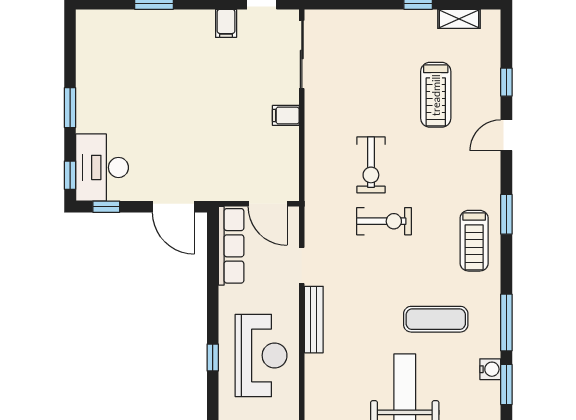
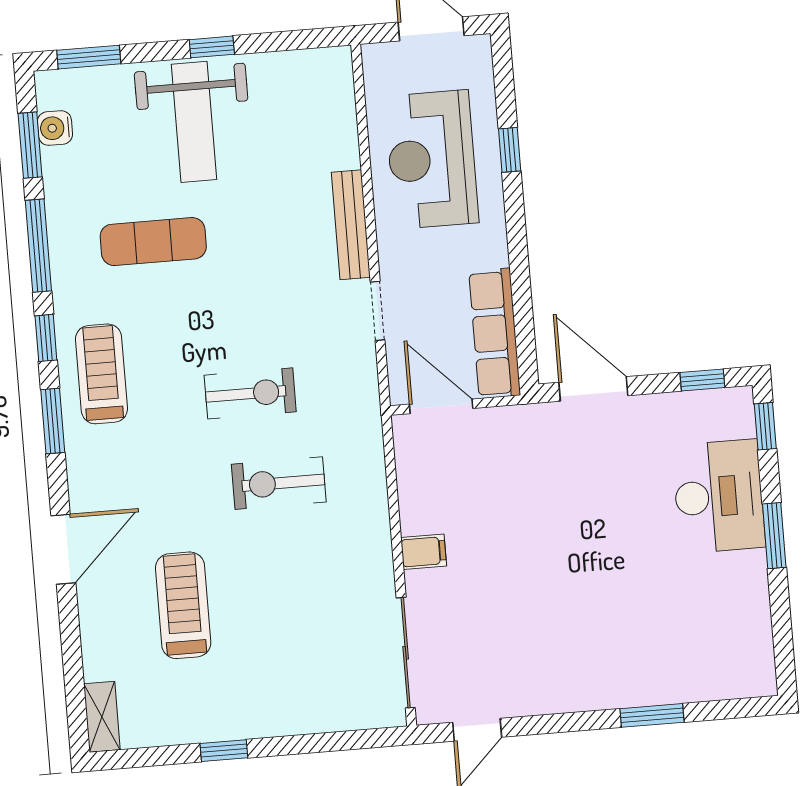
shelving: (459, 19) -> (102, 717), moved, turned 90
filing cabinet: (226, 23) -> (533, 693), removed
window: (506, 82) -> (46, 338), moved
door: (506, 135) -> (63, 549), width x1.38
exercise bike: (371, 165) -> (279, 483), turned -90
desk: (102, 167) -> (719, 496), moved
exercise bike: (384, 221) -> (250, 393), turned 180
water cooler: (490, 369) -> (55, 128), moved

